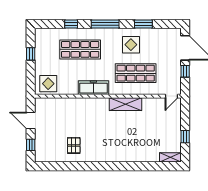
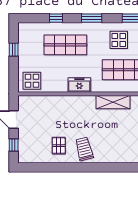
window: (105, 24) -> (92, 18), width x0.69
freezer: (93, 88) -> (79, 85), width x0.71
trolley: (98, 149) -> (84, 149), added

